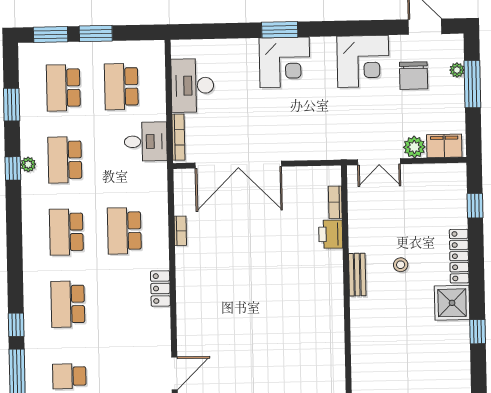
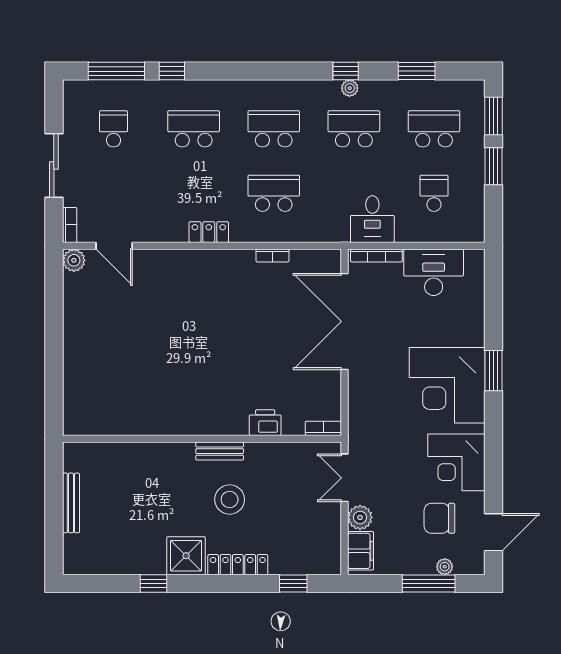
corner desk: (285, 62) -> (447, 385), width x1.36, depth x1.36
school desk: (121, 87) -> (434, 193), width x0.54
bookcase: (335, 202) -> (323, 428), moved
stool: (401, 265) -> (230, 499), width x1.89, depth x1.89

